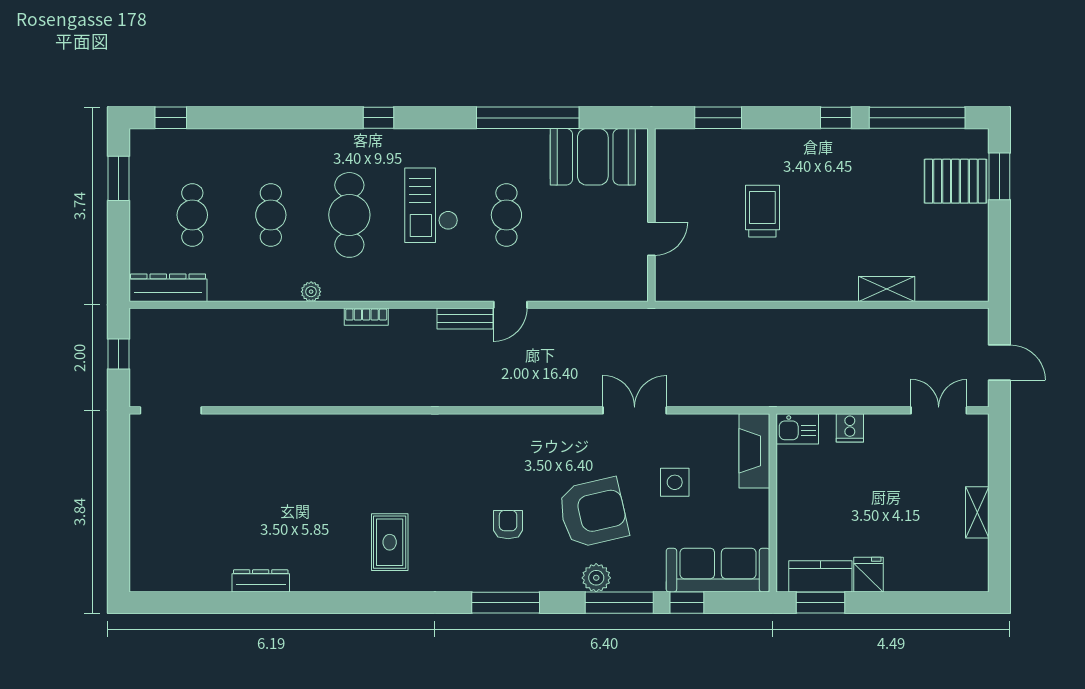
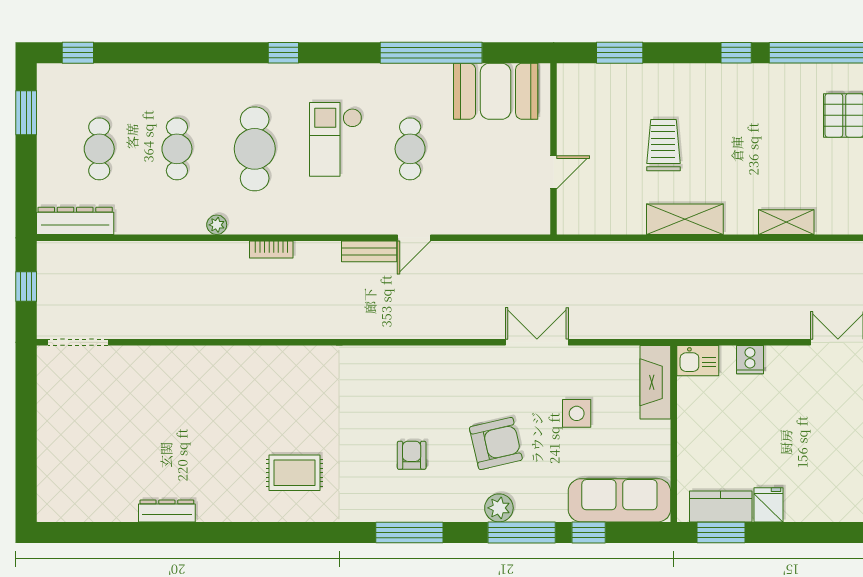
shelving: (784, 286) -> (685, 219), added
armchair: (593, 513) -> (496, 443), width x0.73, depth x0.73
rug: (390, 542) -> (295, 473), turned 90

